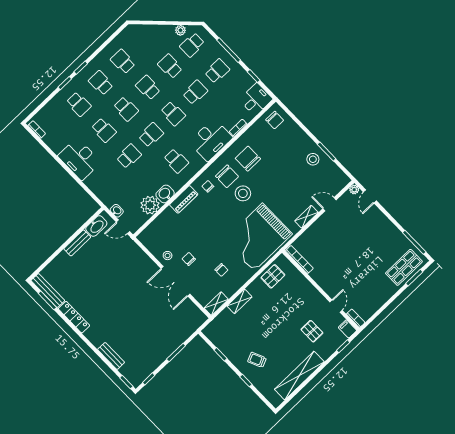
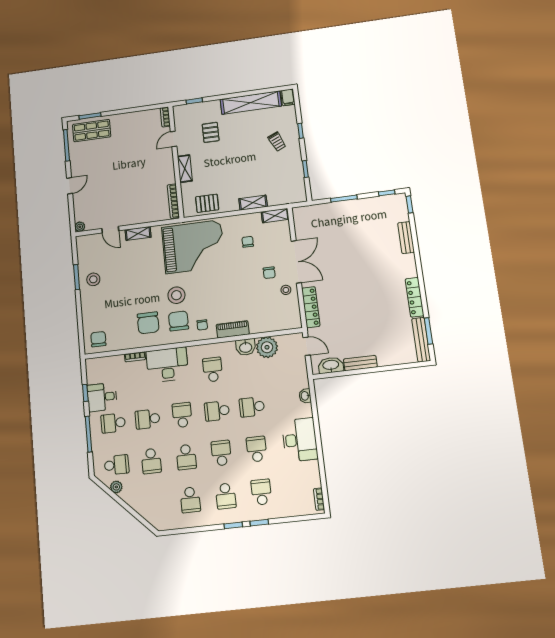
desk: (256, 99) -> (102, 397), moved
door: (370, 196) -> (70, 186), moved
washbasin: (117, 211) -> (305, 396), moved
locker: (141, 256) -> (311, 307), added
shelving: (310, 290) -> (185, 169), added
filing cabinet: (348, 329) -> (288, 97), moved

